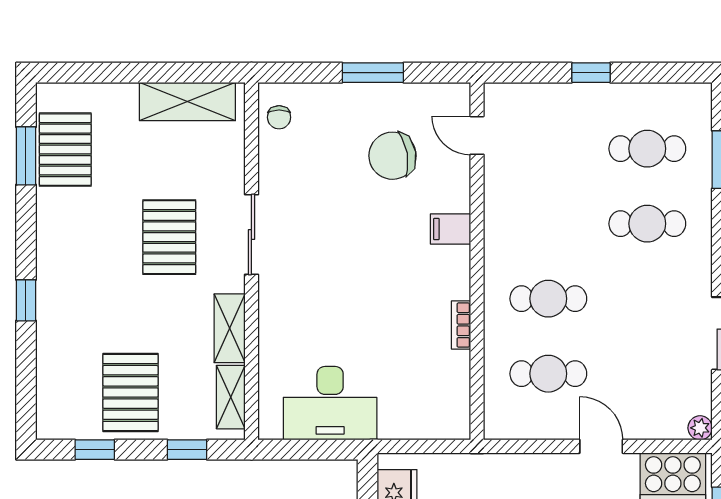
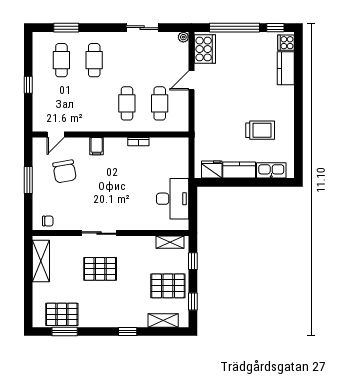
shelving: (230, 328) -> (163, 320), moved

